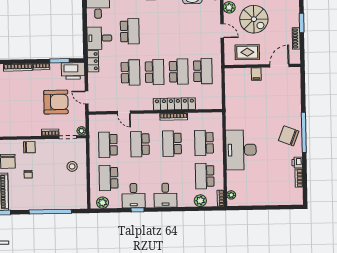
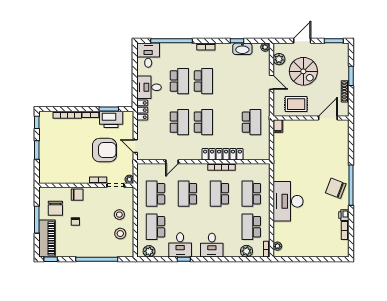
printer: (73, 71) -> (111, 119), moved
school desk: (179, 72) -> (203, 81), moved
filing cabinet: (256, 74) -> (278, 126), moved
door: (124, 112) -> (172, 162), hinge flipped
stool: (73, 185) -> (120, 234), added

